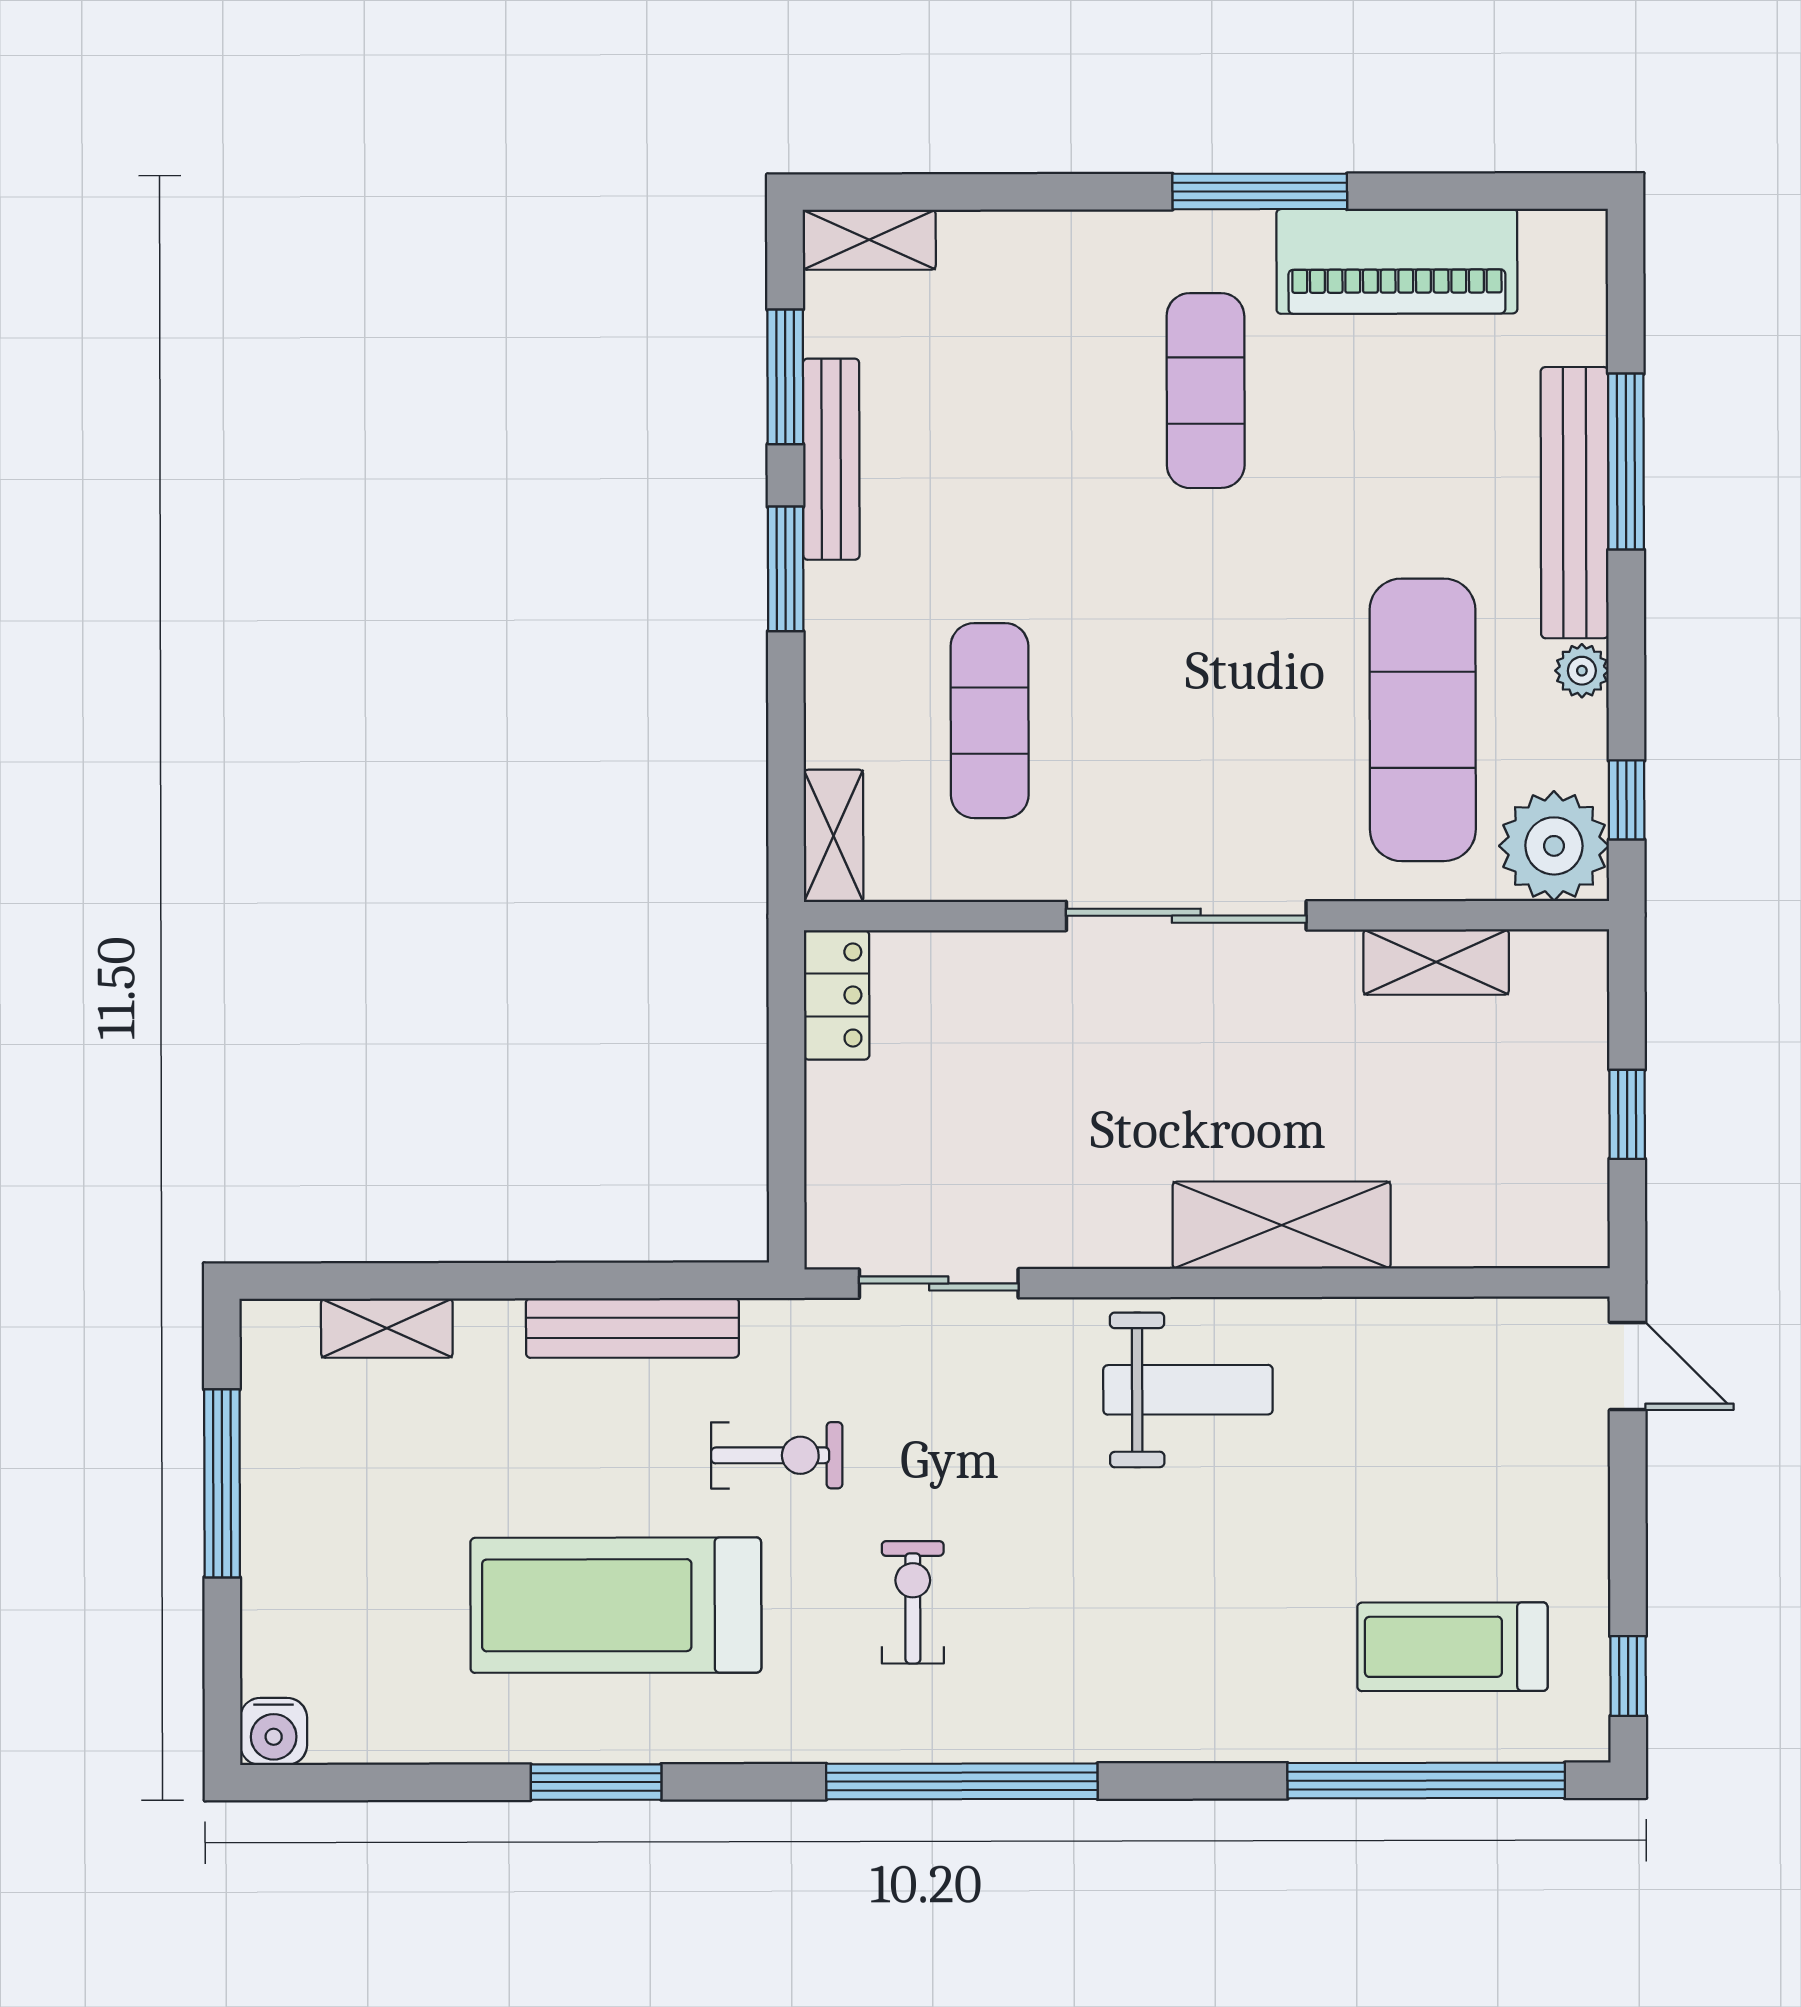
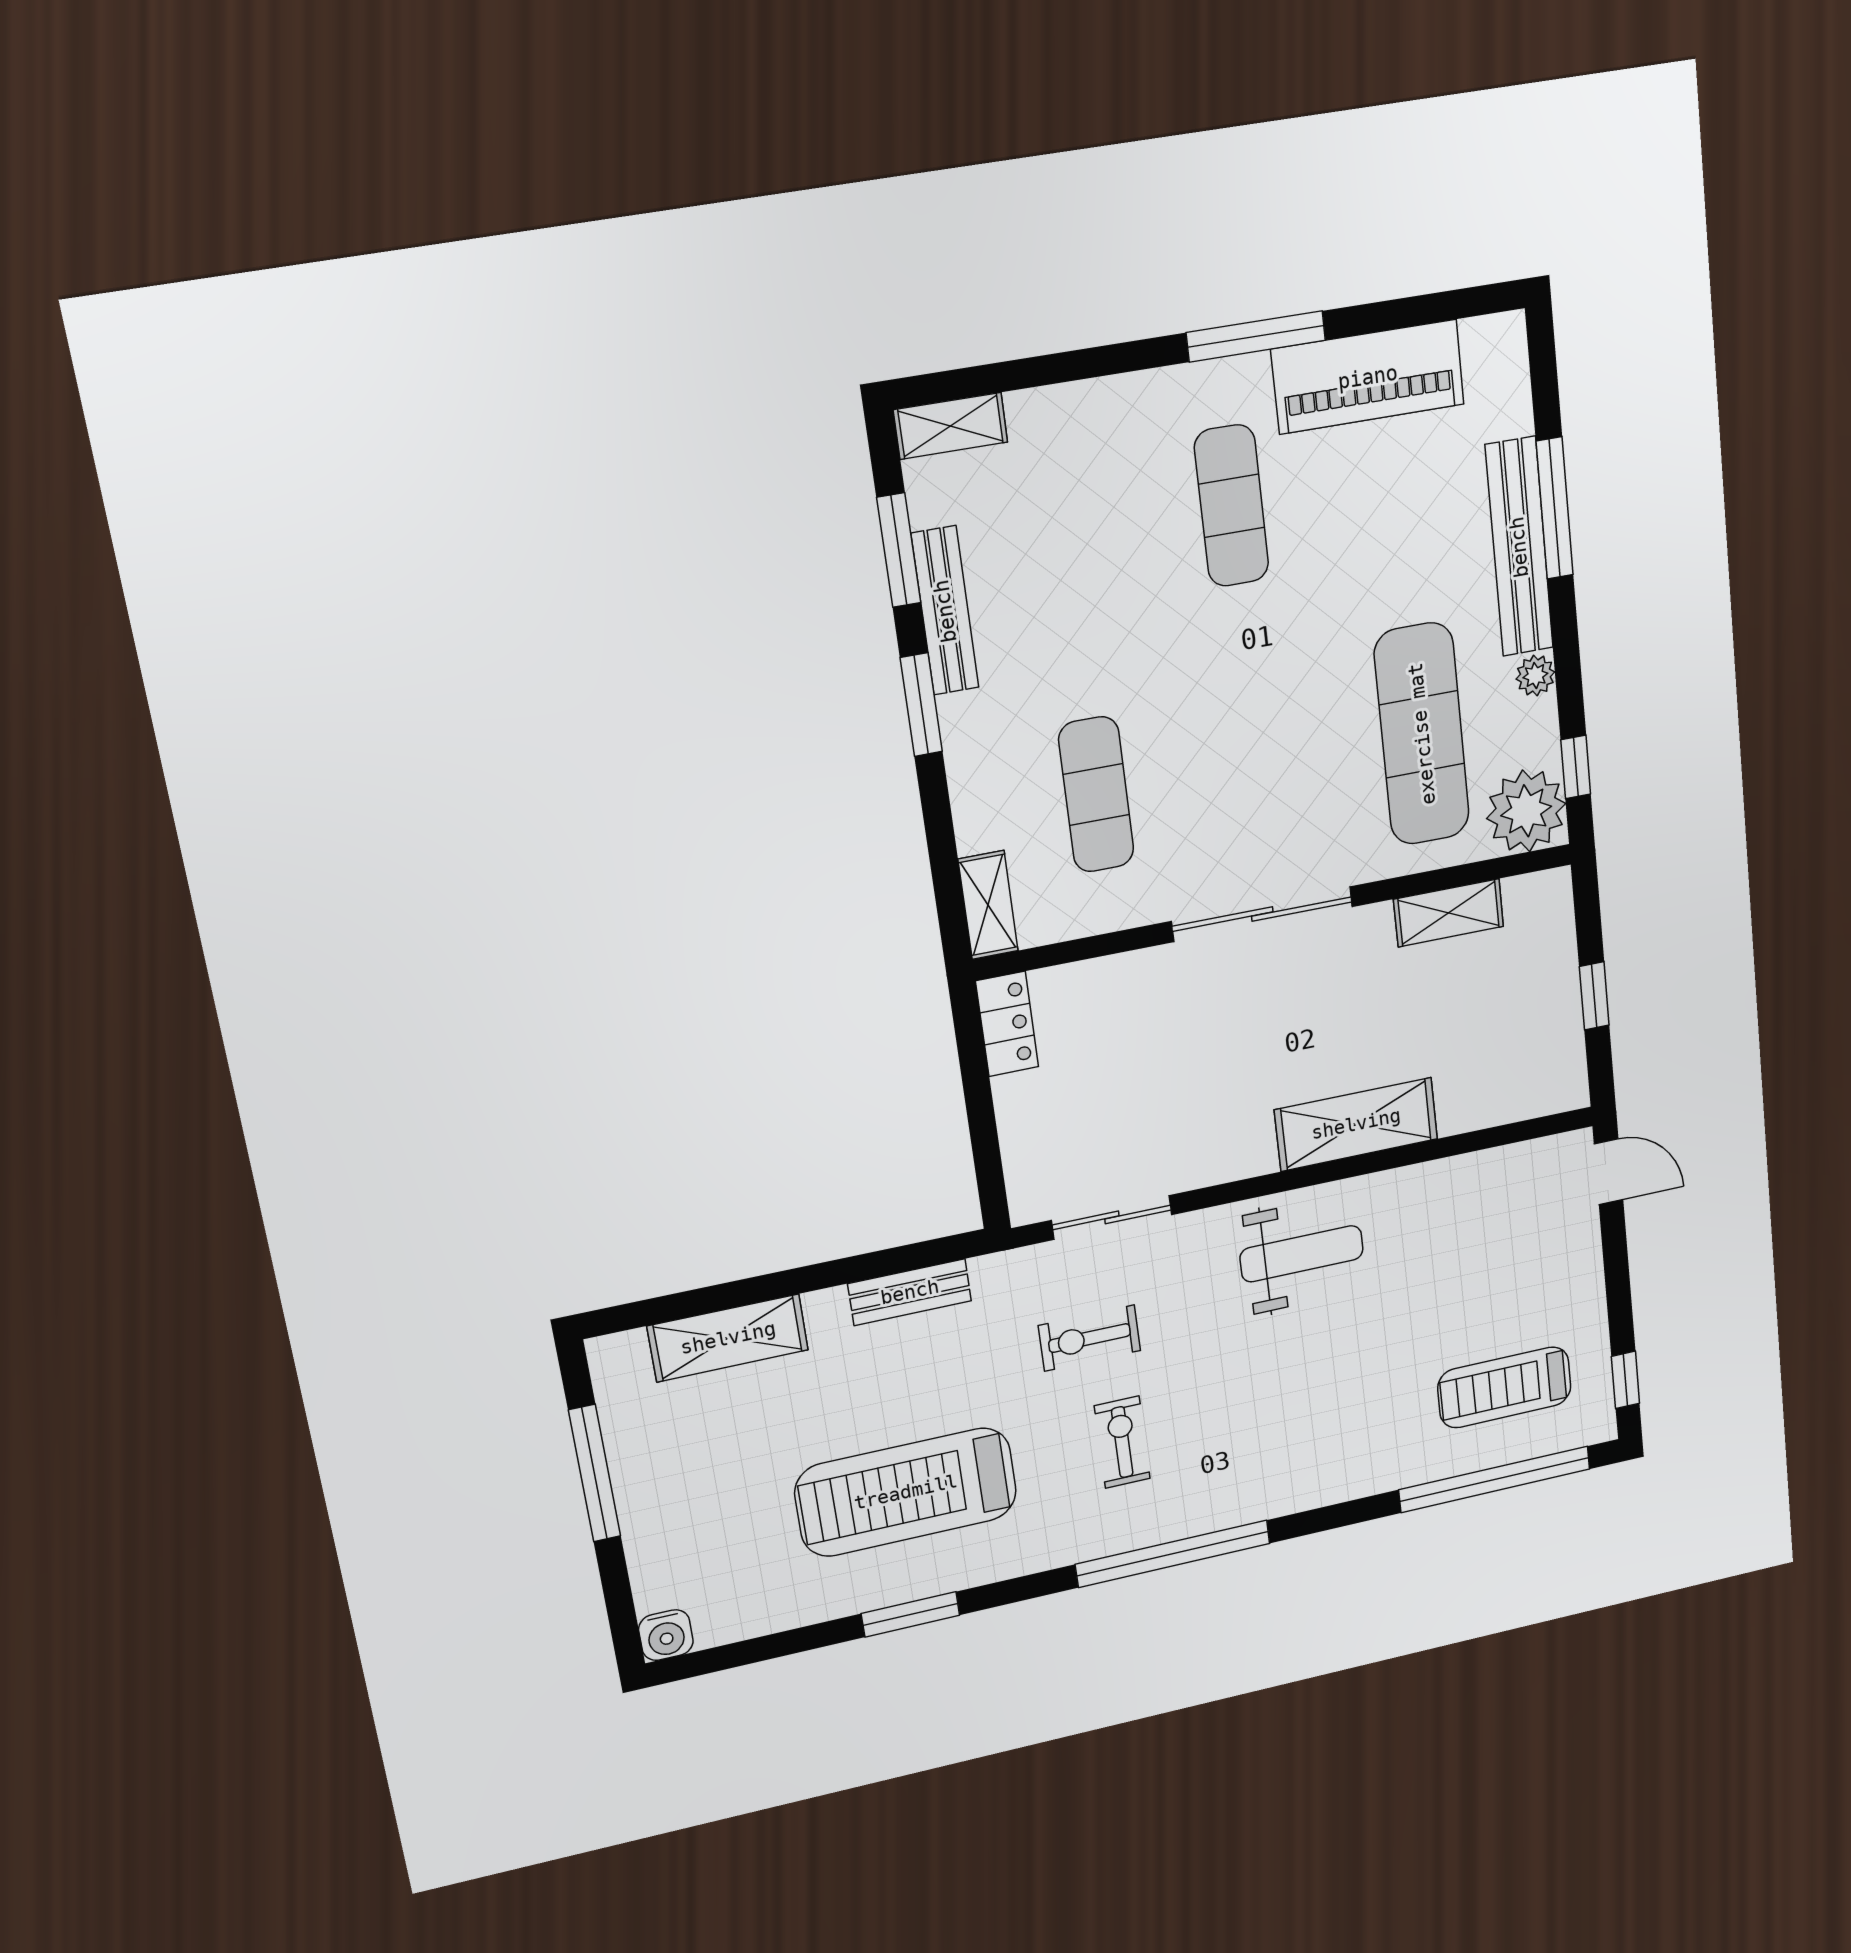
shelving: (387, 1328) -> (728, 1338), width x1.50, depth x1.33
bench: (632, 1328) -> (910, 1292), width x0.73
exercise bike: (777, 1455) -> (1090, 1338), moved, turned 180

